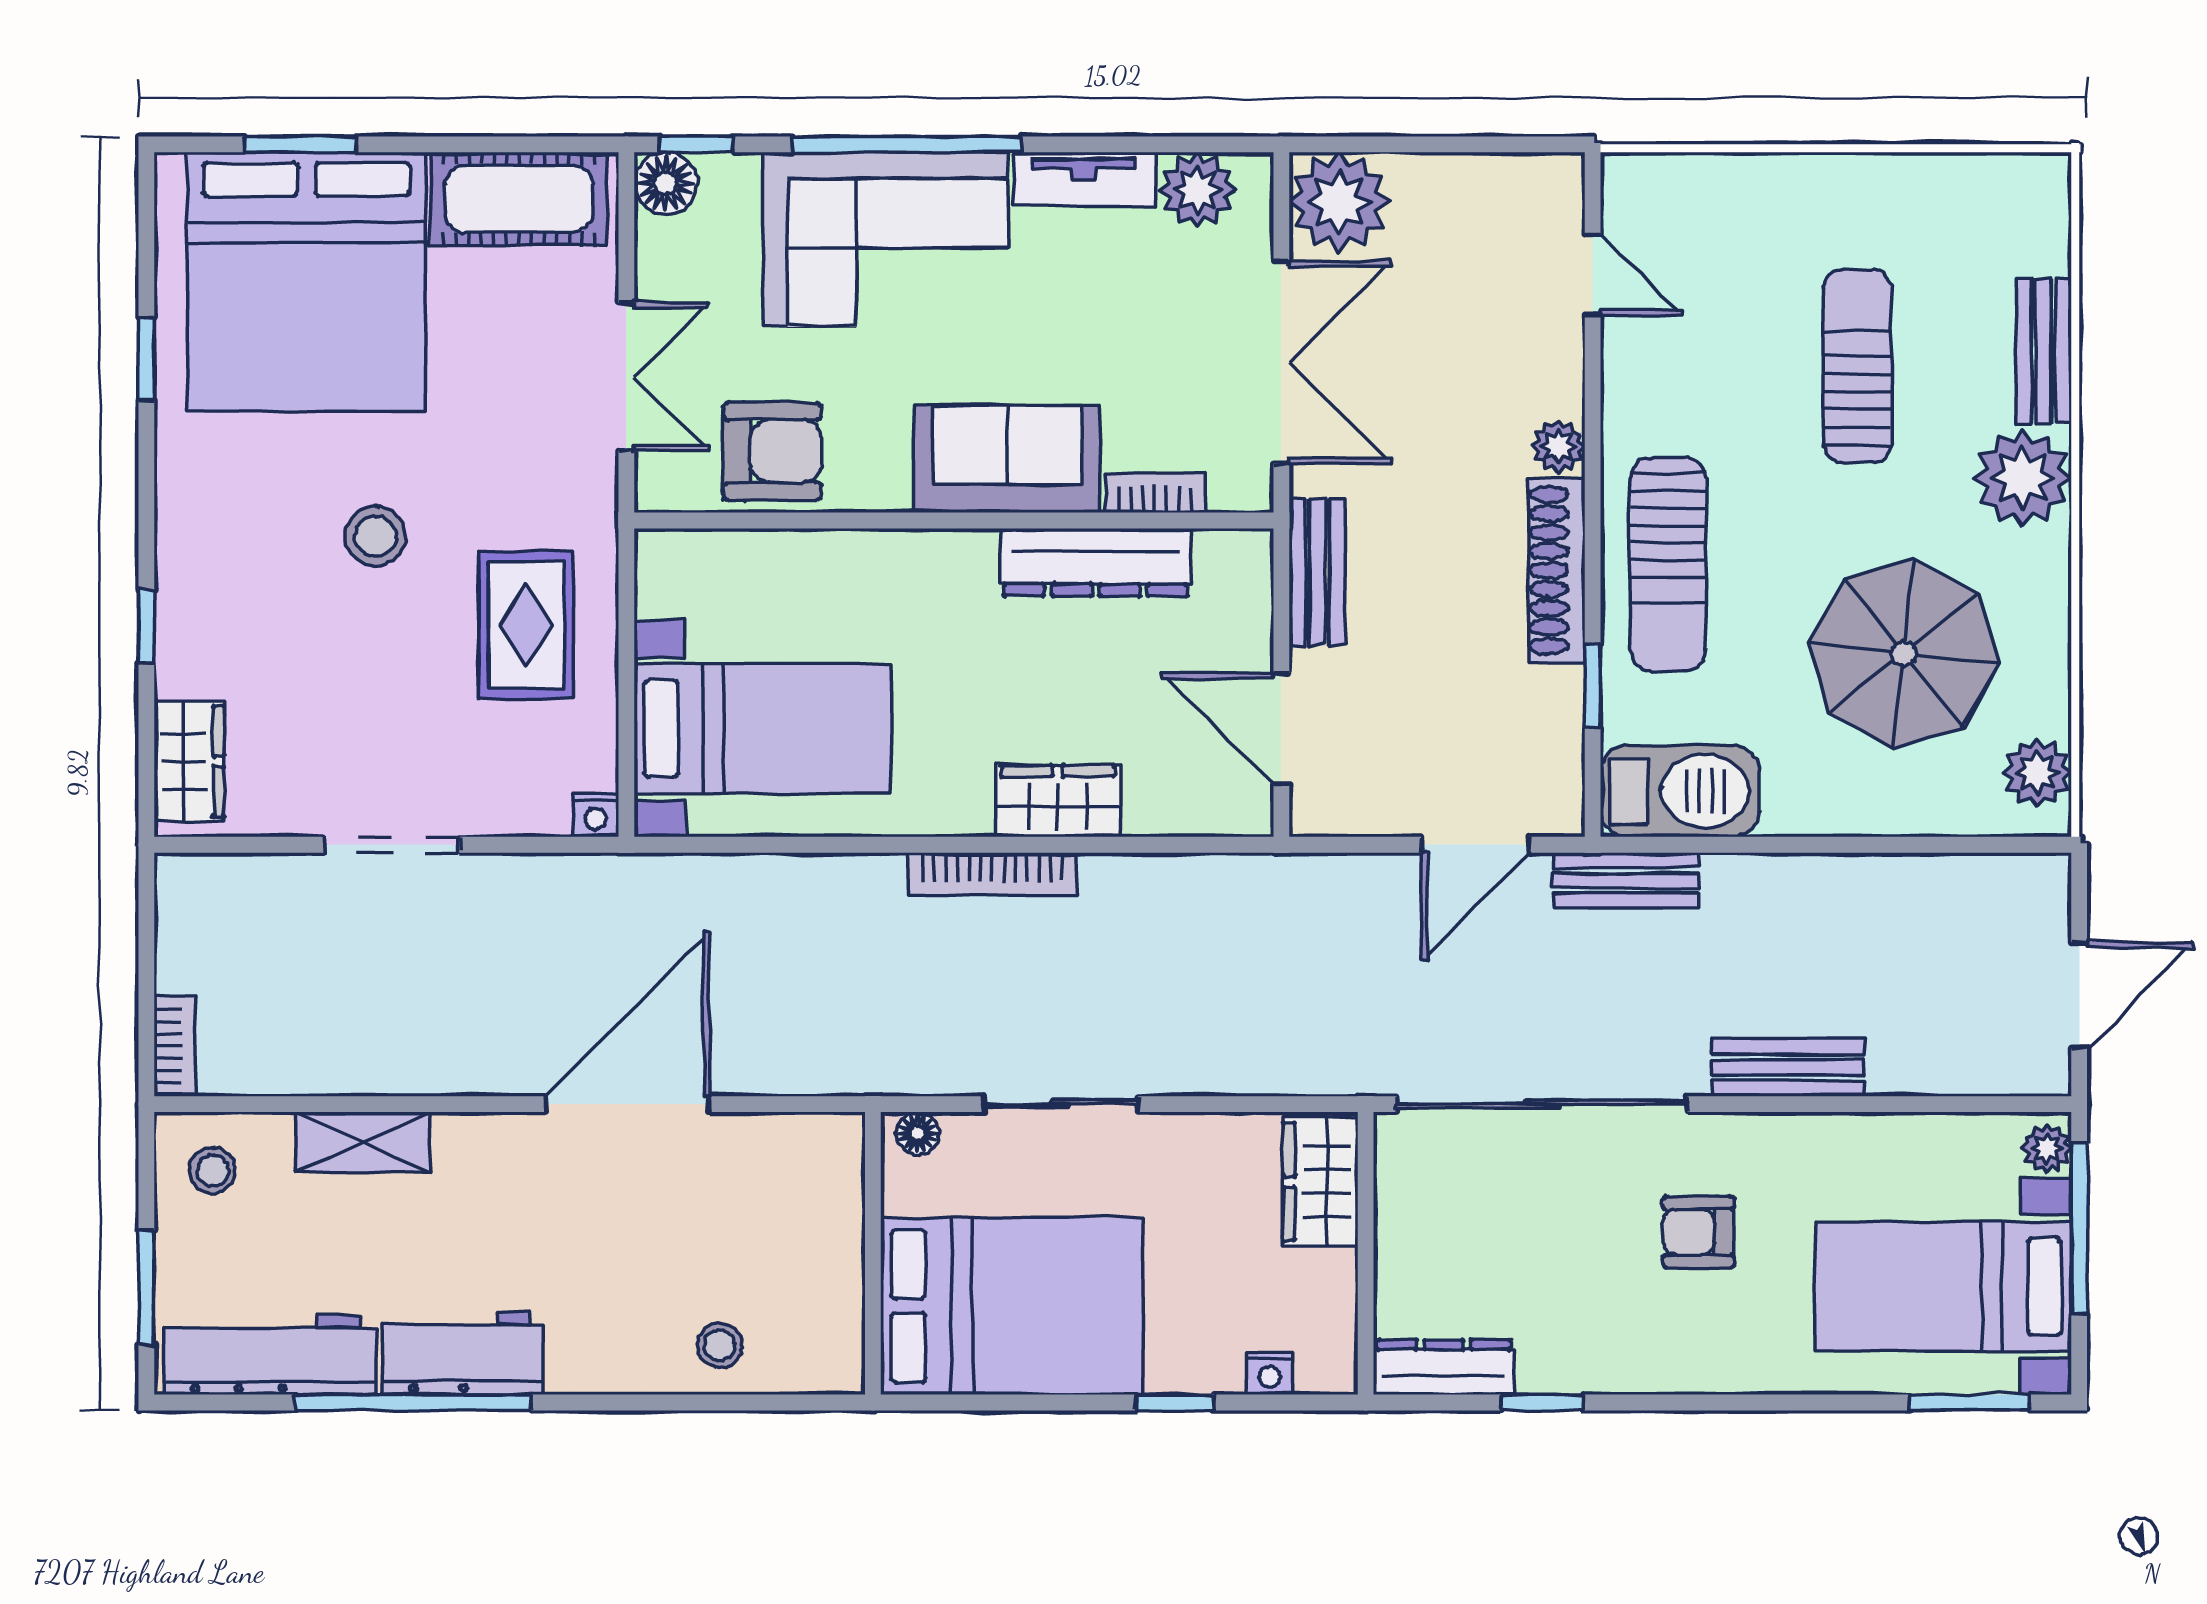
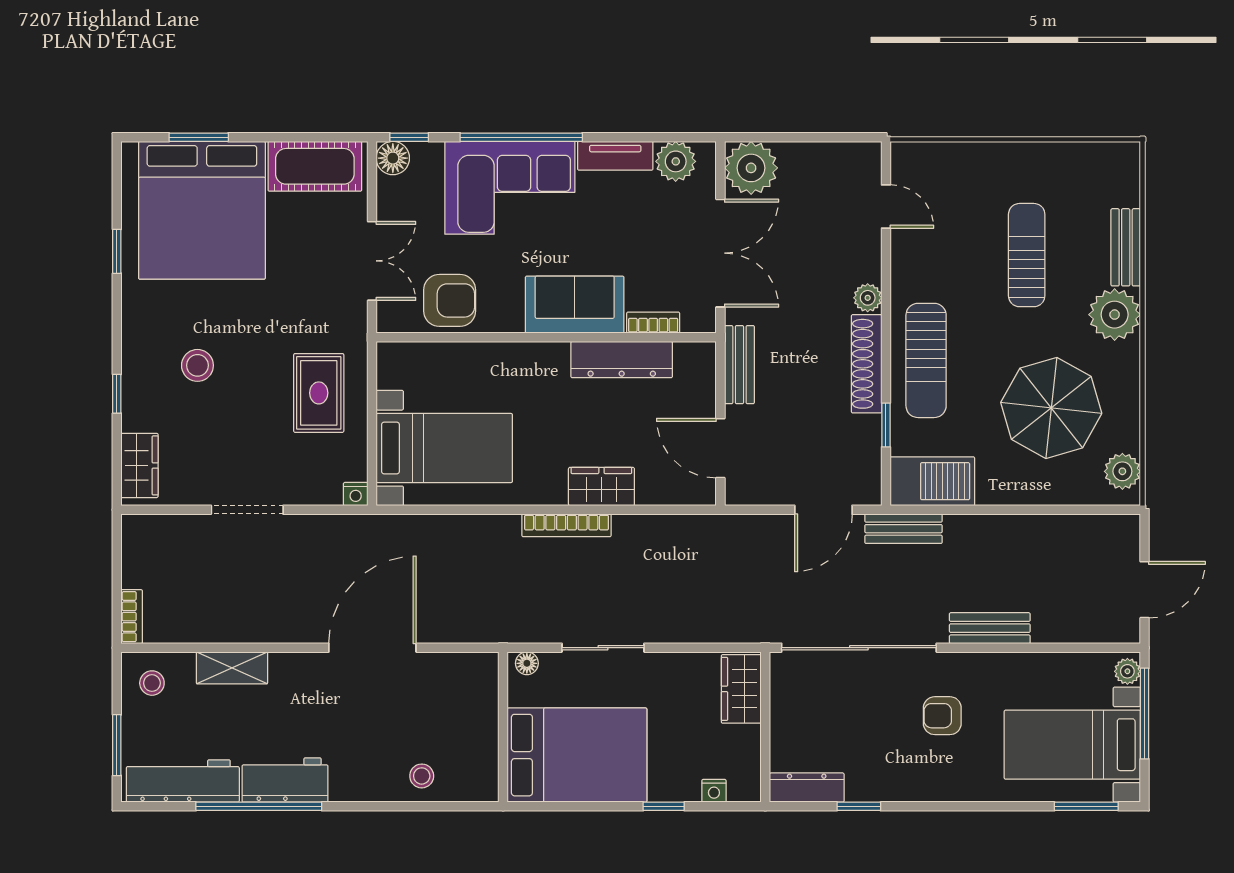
stool: (376, 536) -> (197, 365), moved

